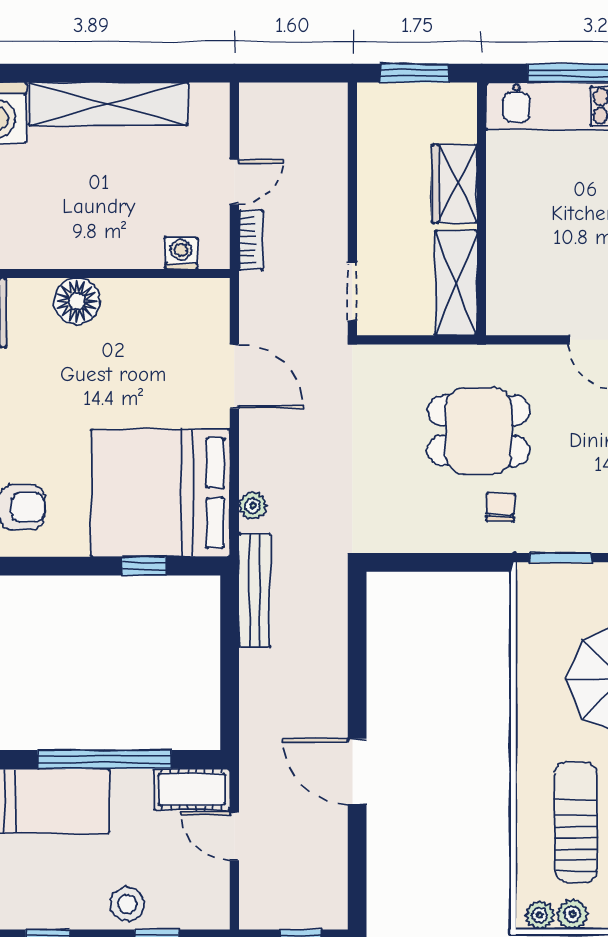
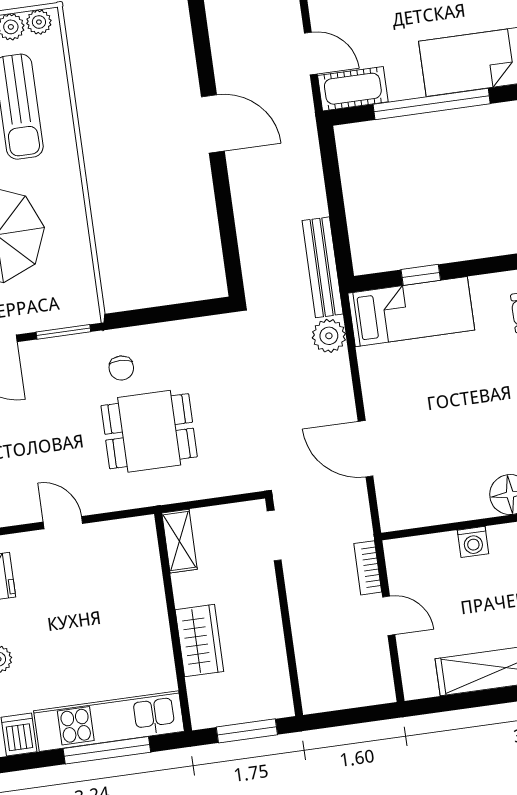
door: (234, 182) -> (389, 616), swing flipped
washing machine: (181, 253) -> (473, 542), moved
shelving: (456, 283) -> (179, 541), width x0.67, depth x0.75
bed: (160, 493) -> (411, 312), width x0.49
plant: (253, 506) -> (329, 336), width x1.38, depth x1.38

